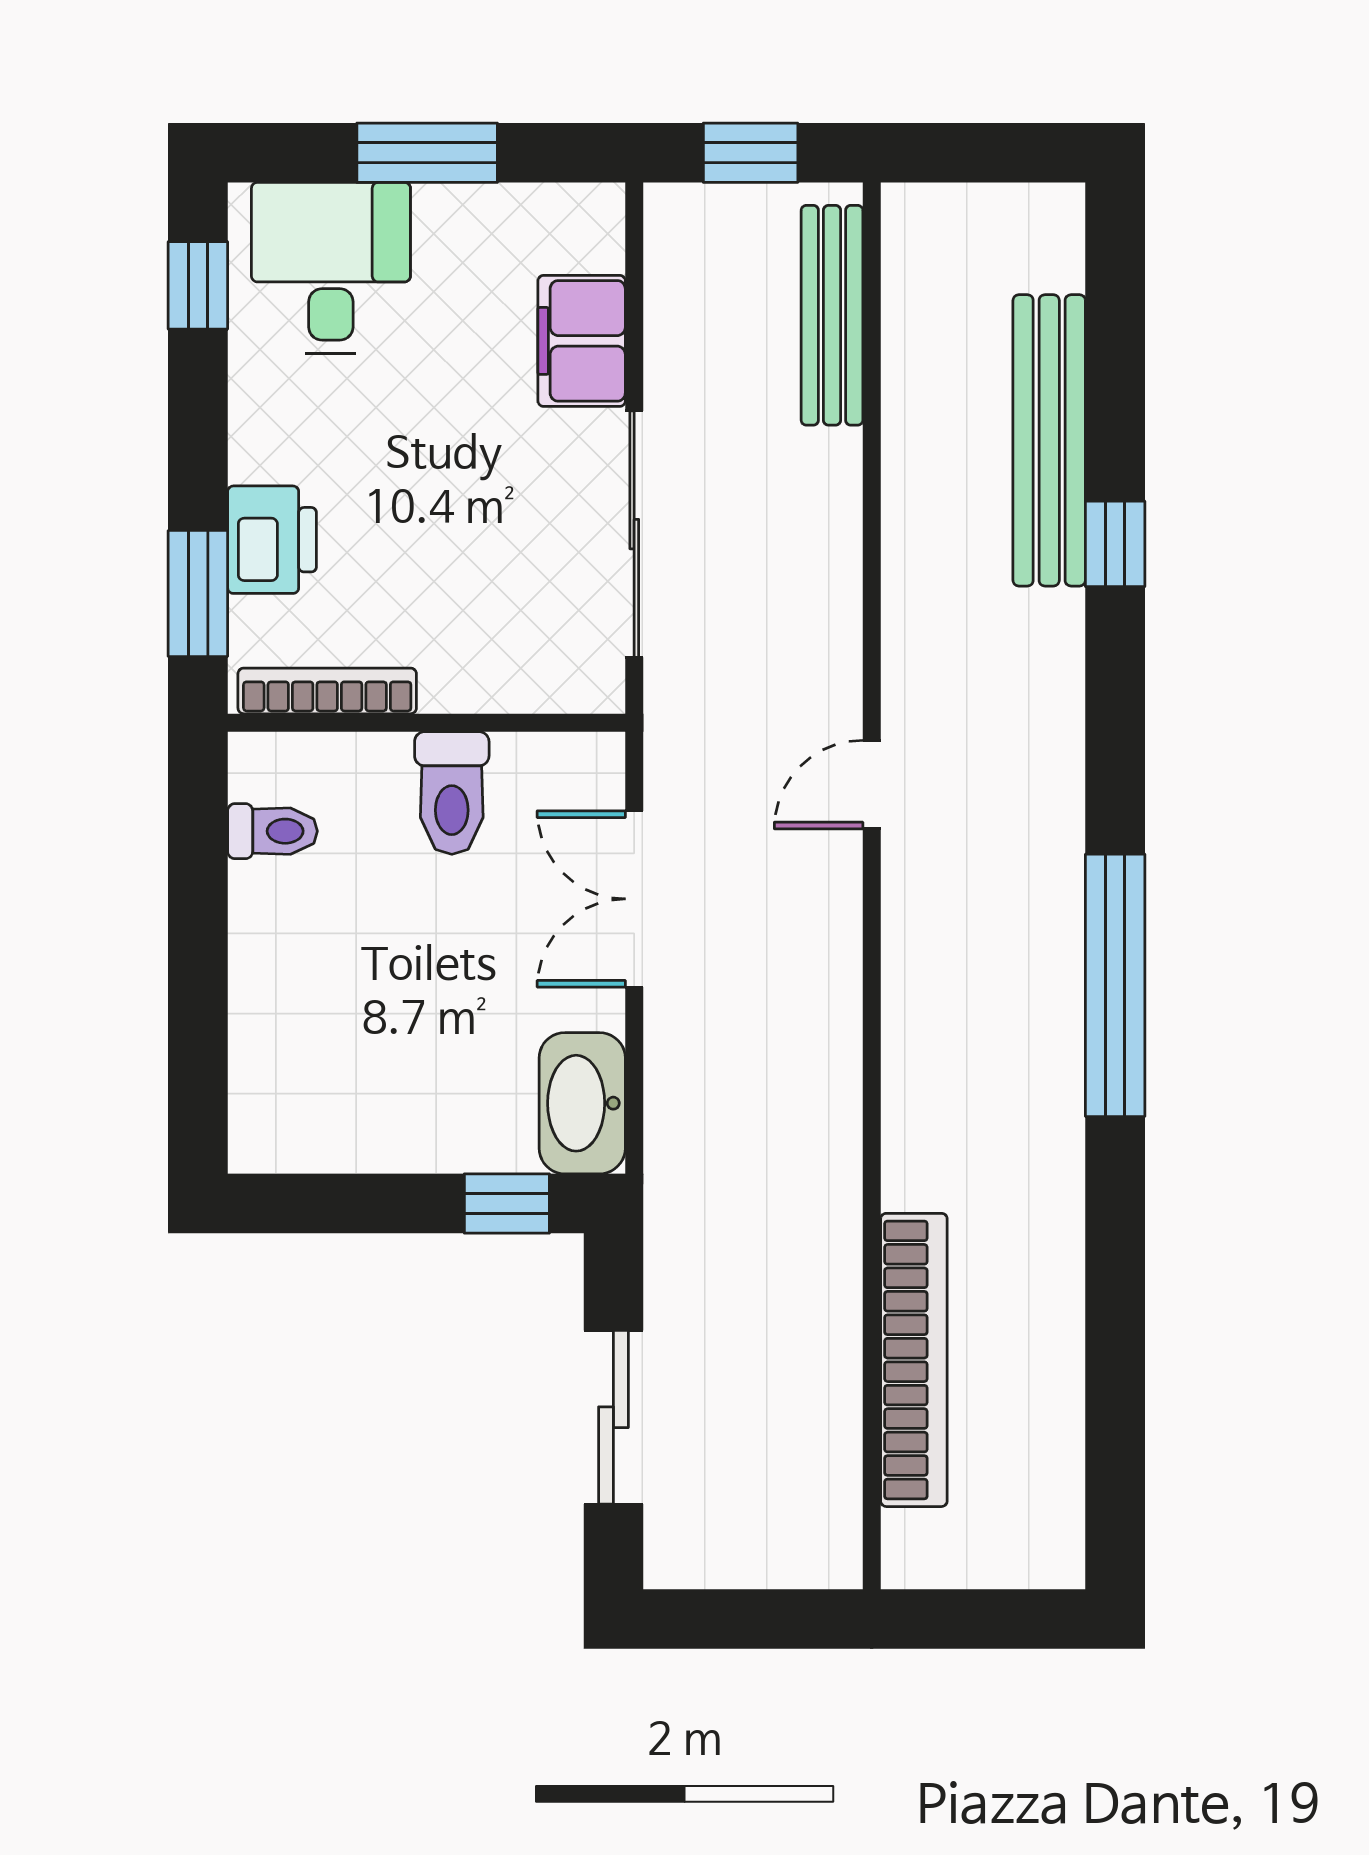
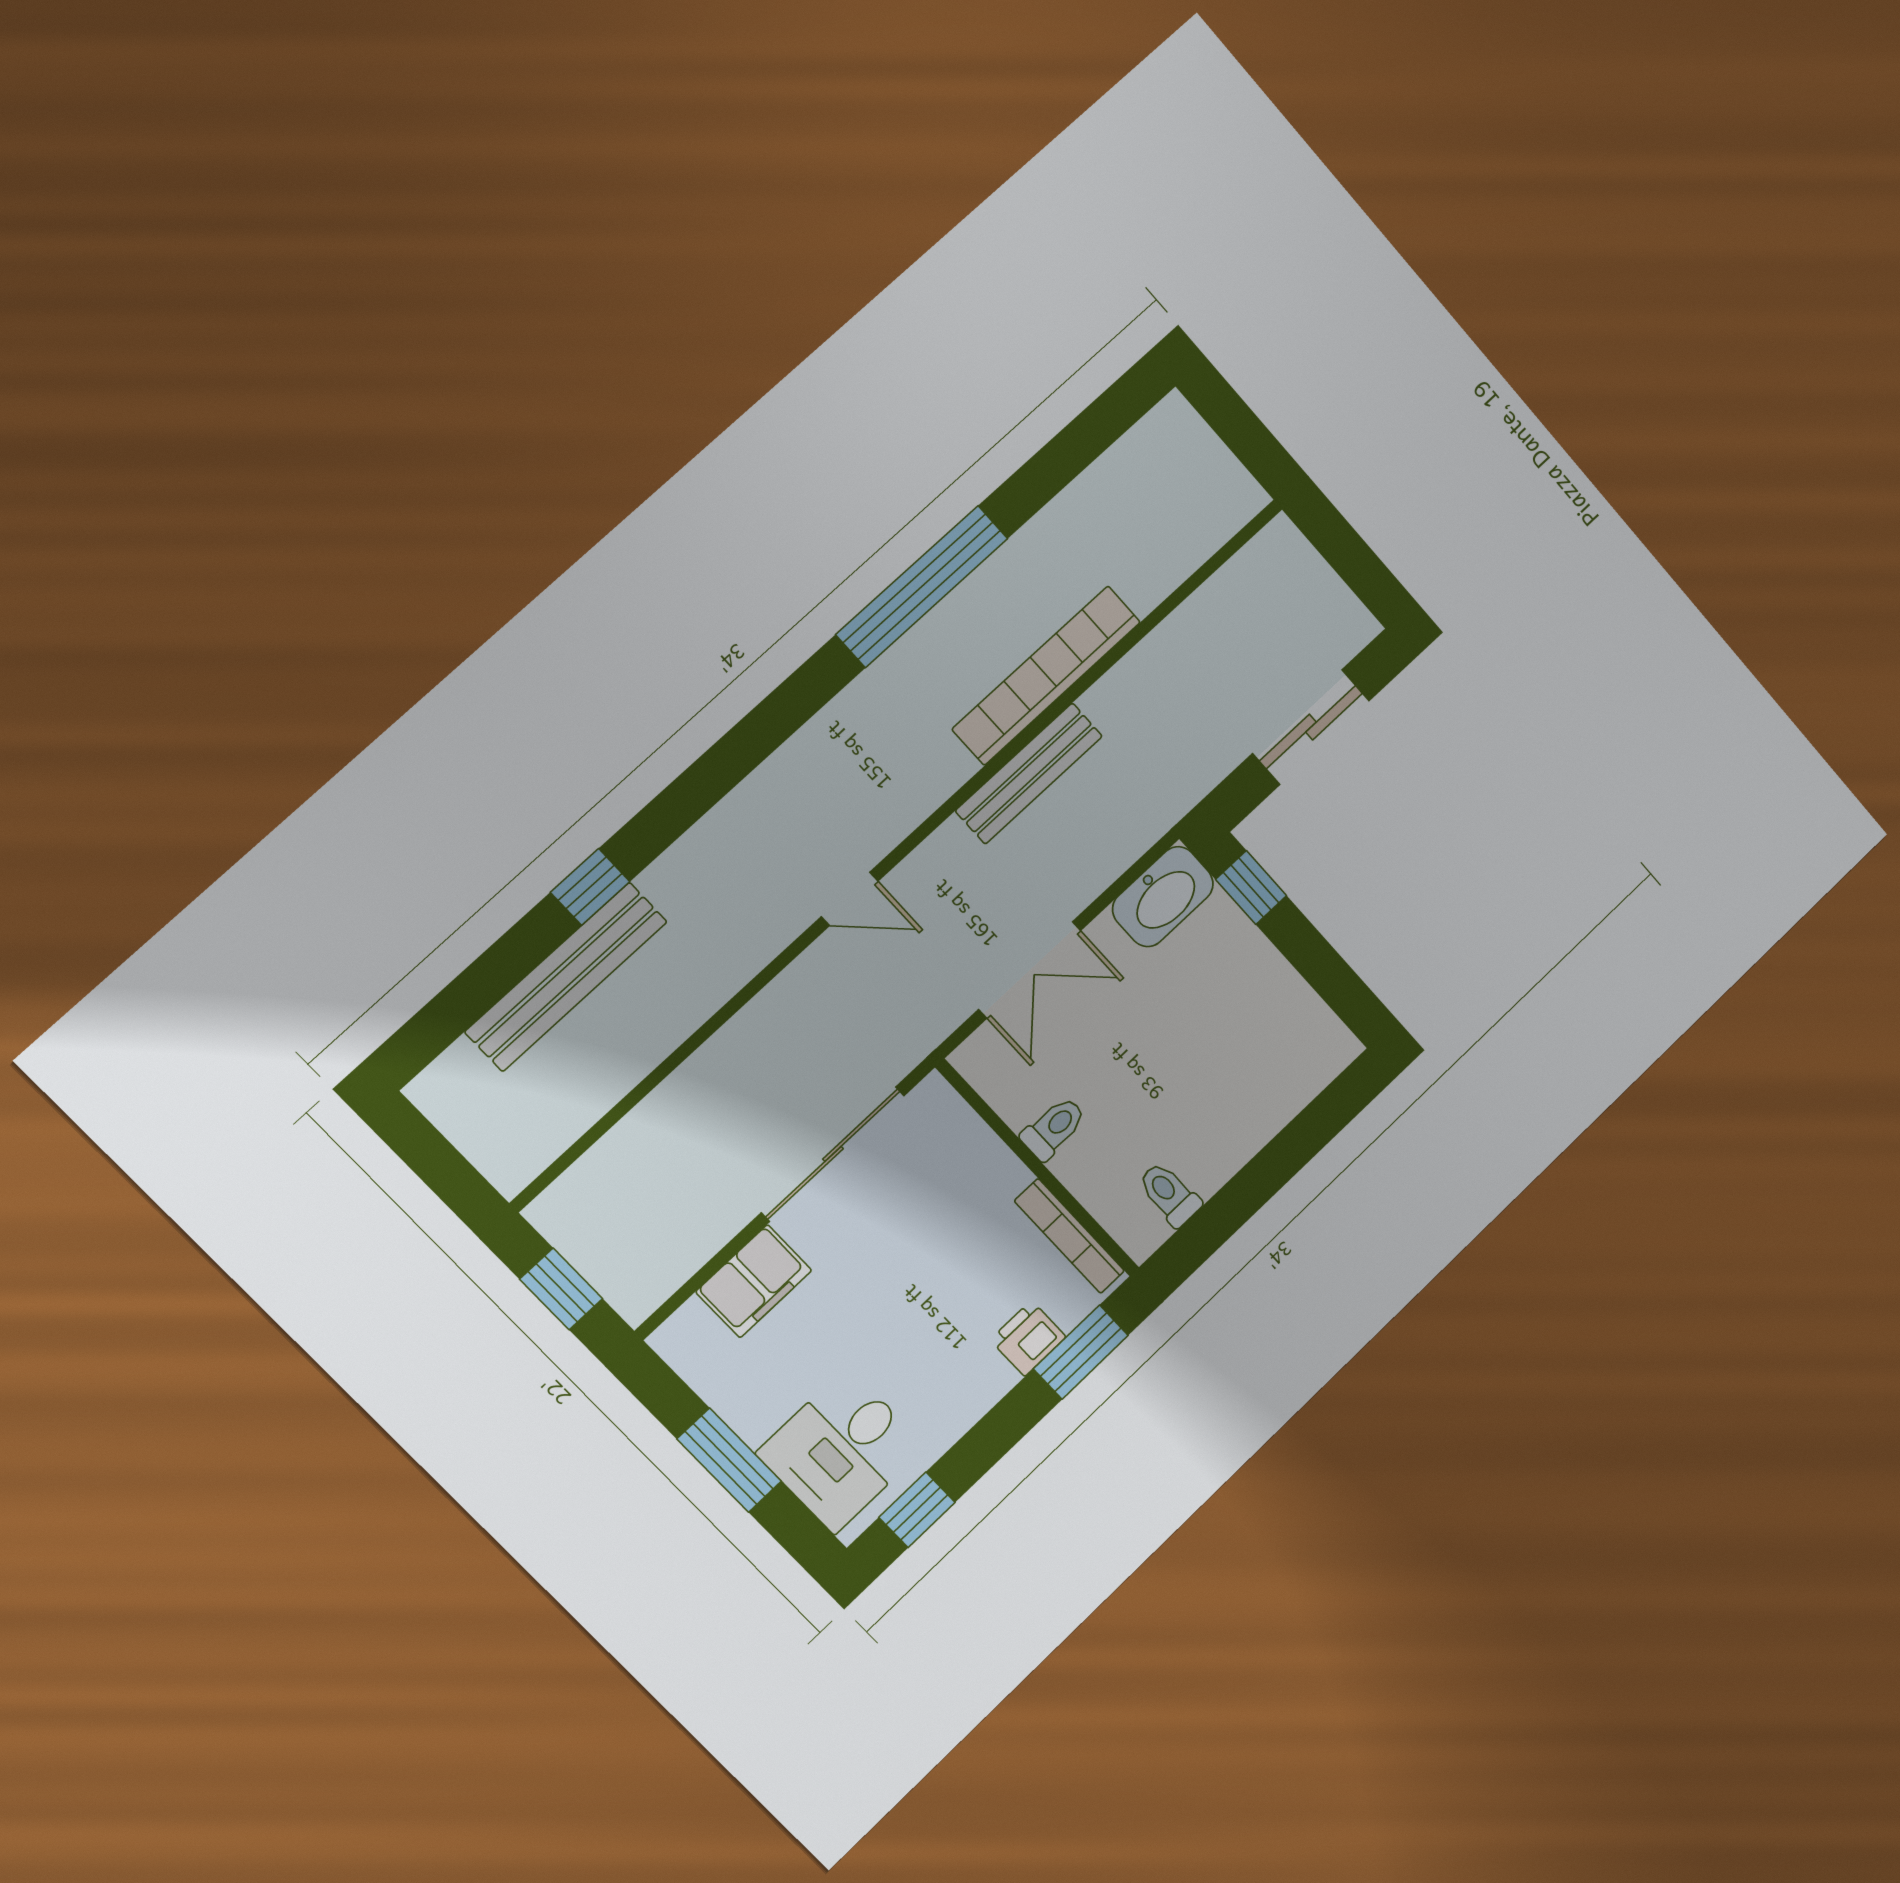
bench: (832, 315) -> (1029, 773), moved
printer: (272, 540) -> (1028, 1338), width x0.73, depth x0.81
toilet: (452, 793) -> (1054, 1128), width x0.73, depth x0.72
window: (1115, 985) -> (922, 586), moved
bookcase: (914, 1360) -> (1047, 675), moved

